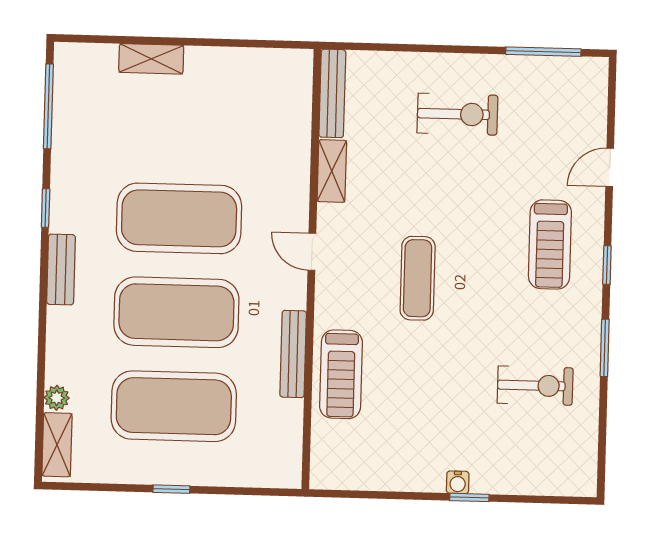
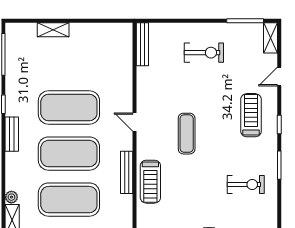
shelving: (332, 171) -> (271, 38), moved
treadmill: (550, 244) -> (251, 115), turned 180

